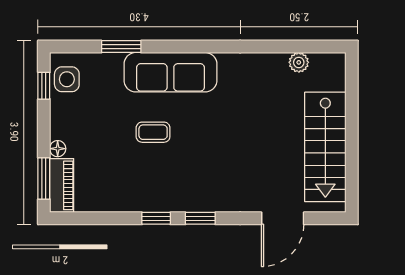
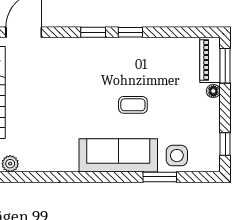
side table: (67, 79) -> (177, 156), moved

